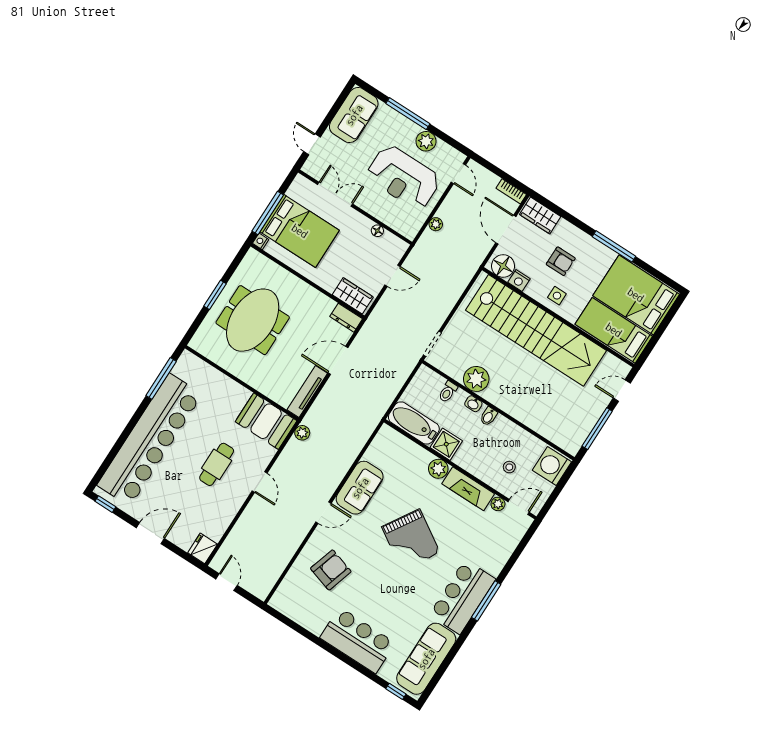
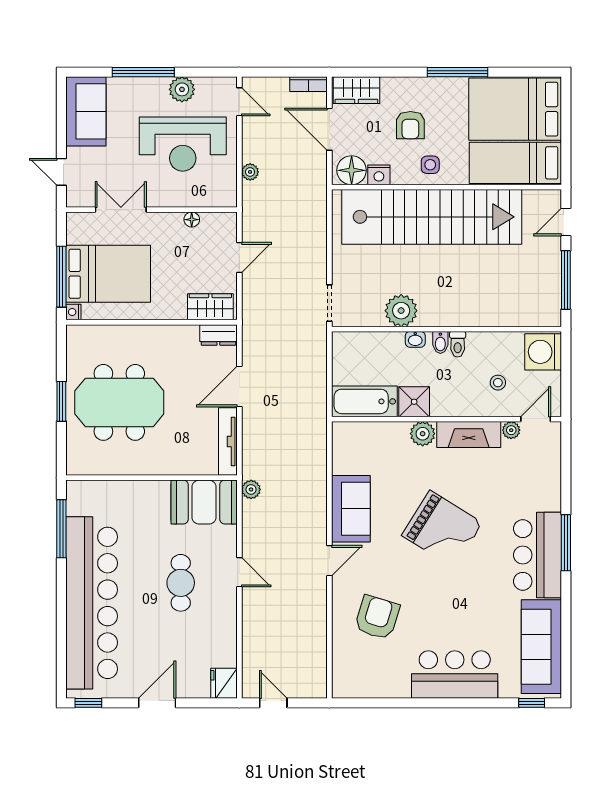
armchair: (561, 261) -> (410, 125), turned 90
meeting table: (253, 320) -> (119, 402), turned 90
toilet: (448, 392) -> (458, 344), moved

